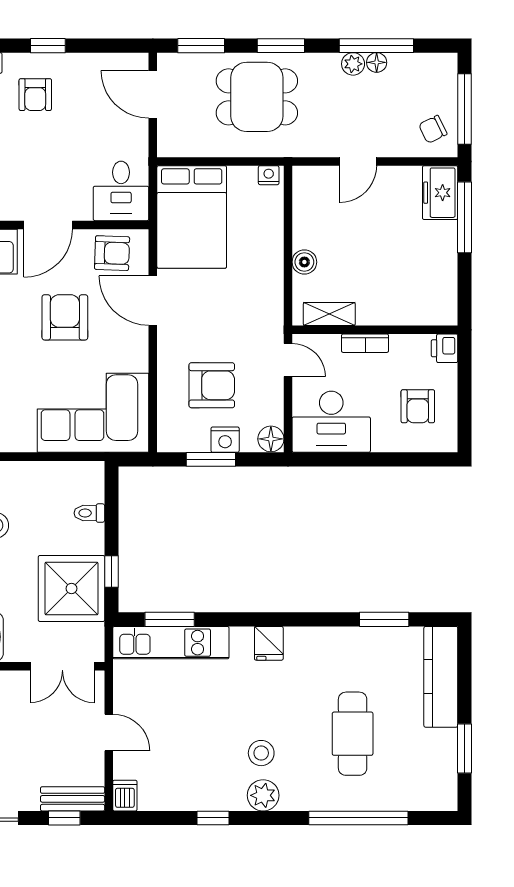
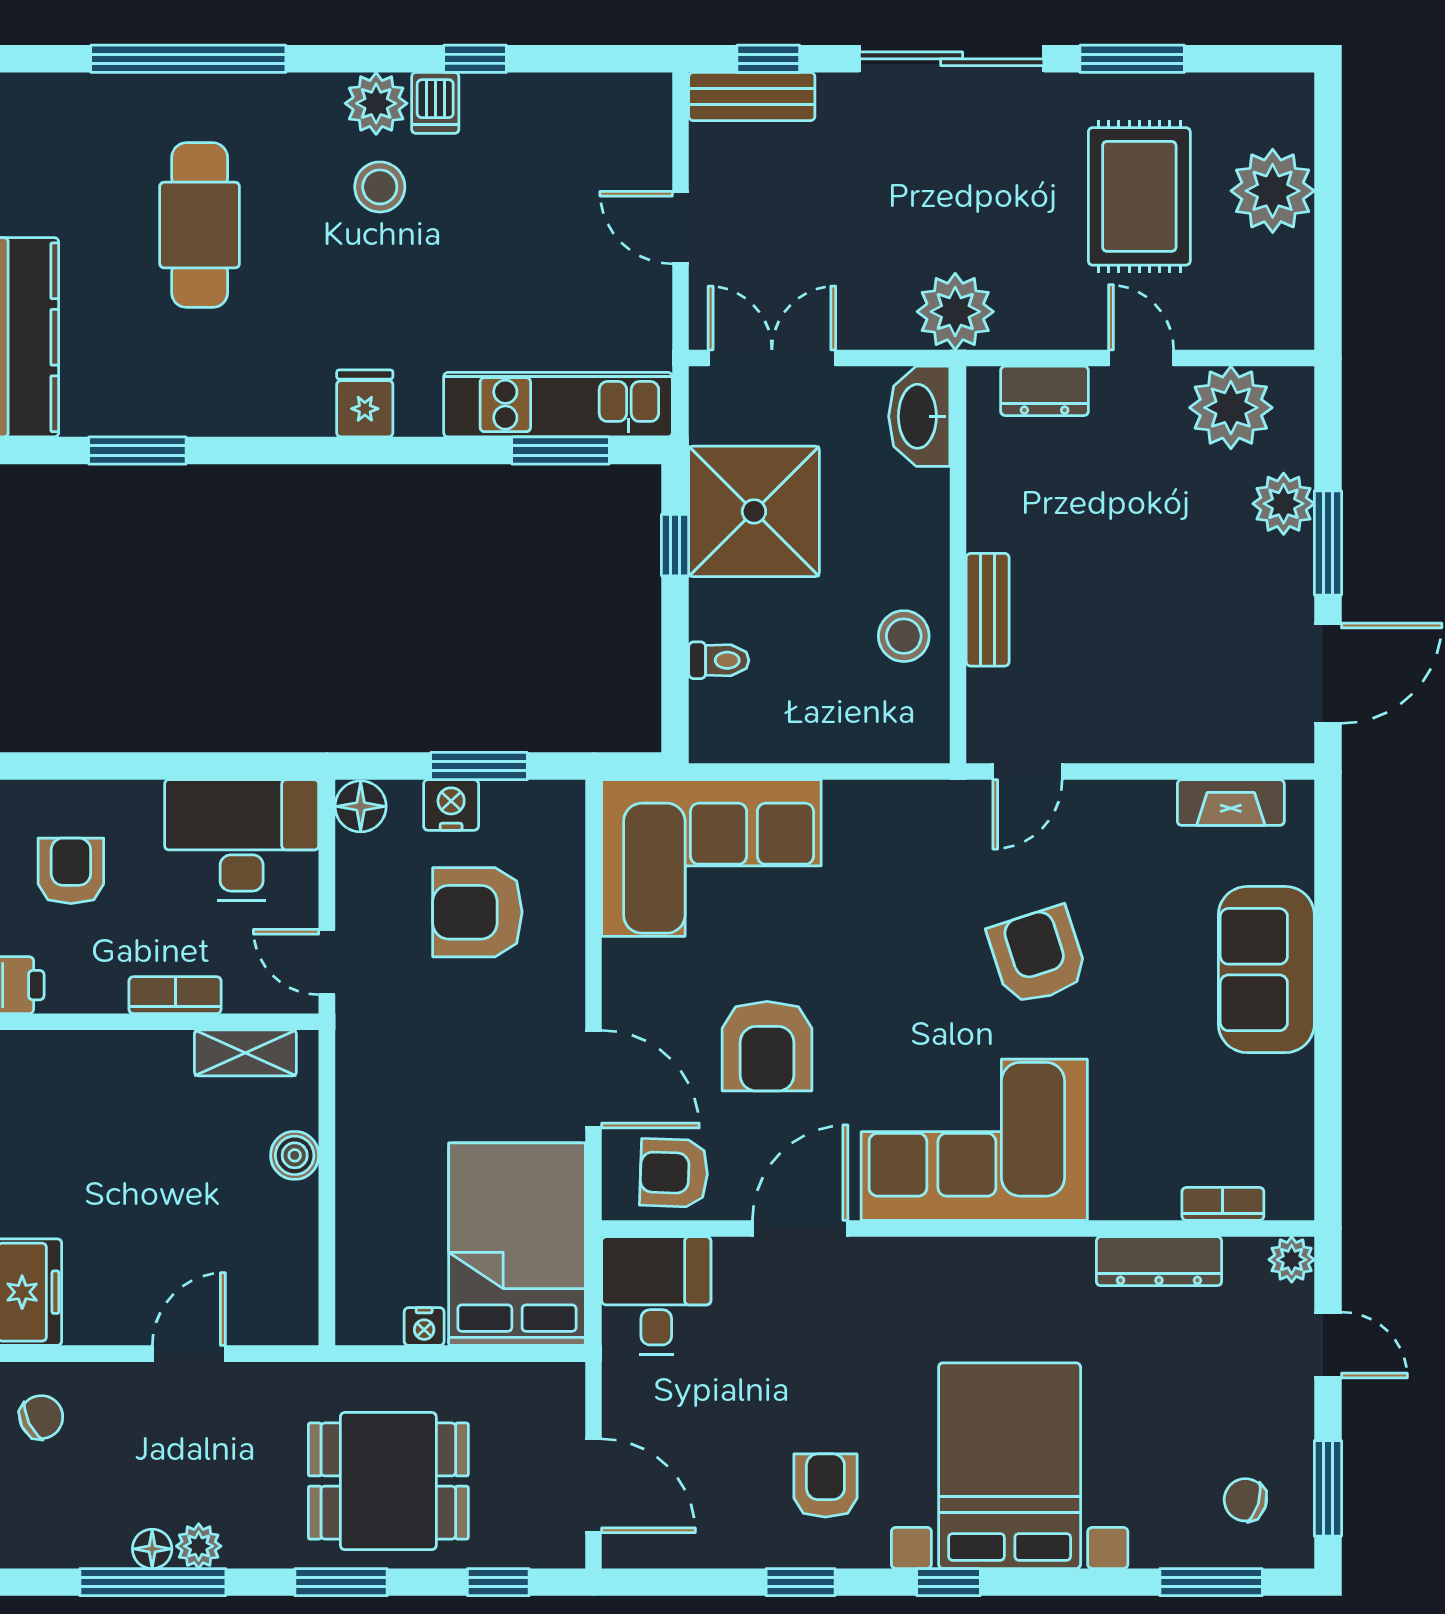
window: (201, 46) -> (498, 1582), width x0.67
nightstand: (269, 175) -> (424, 1327), moved
dishwasher: (125, 796) -> (435, 103), moved

